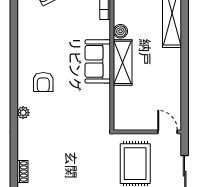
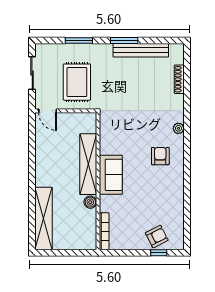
shelving: (123, 62) -> (88, 164), width x1.47
shoe rack: (22, 171) -> (179, 79), width x1.43

